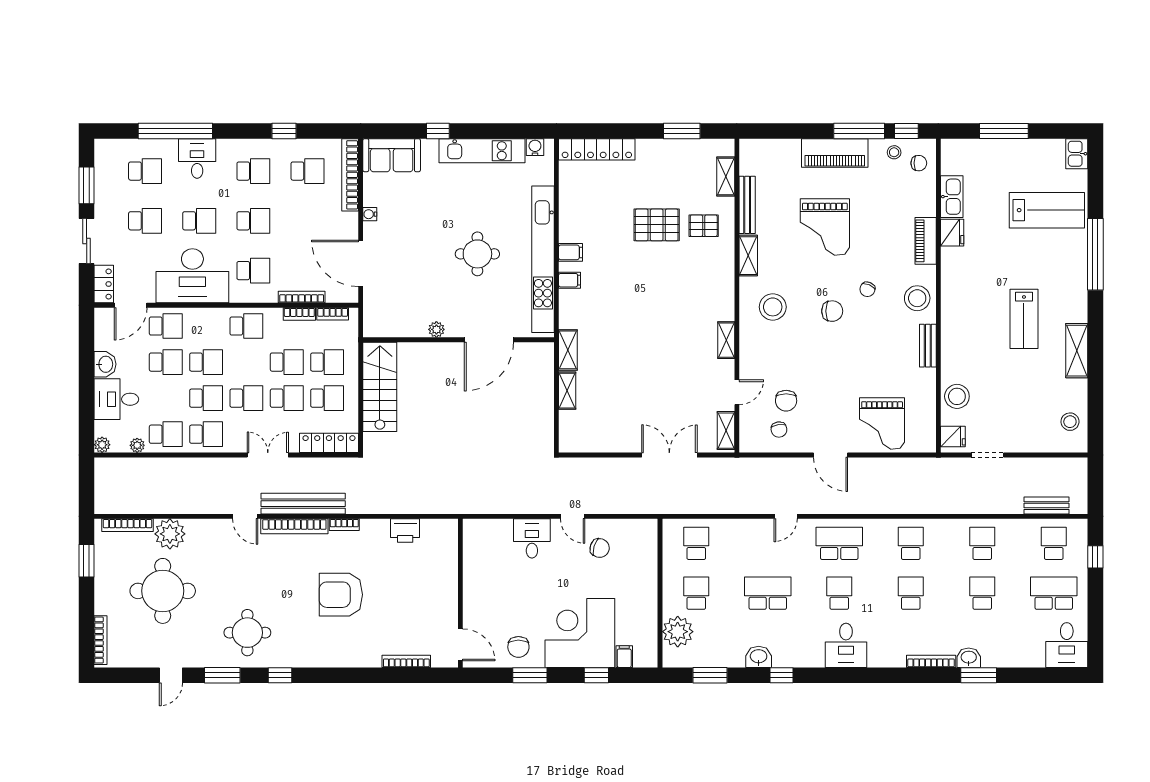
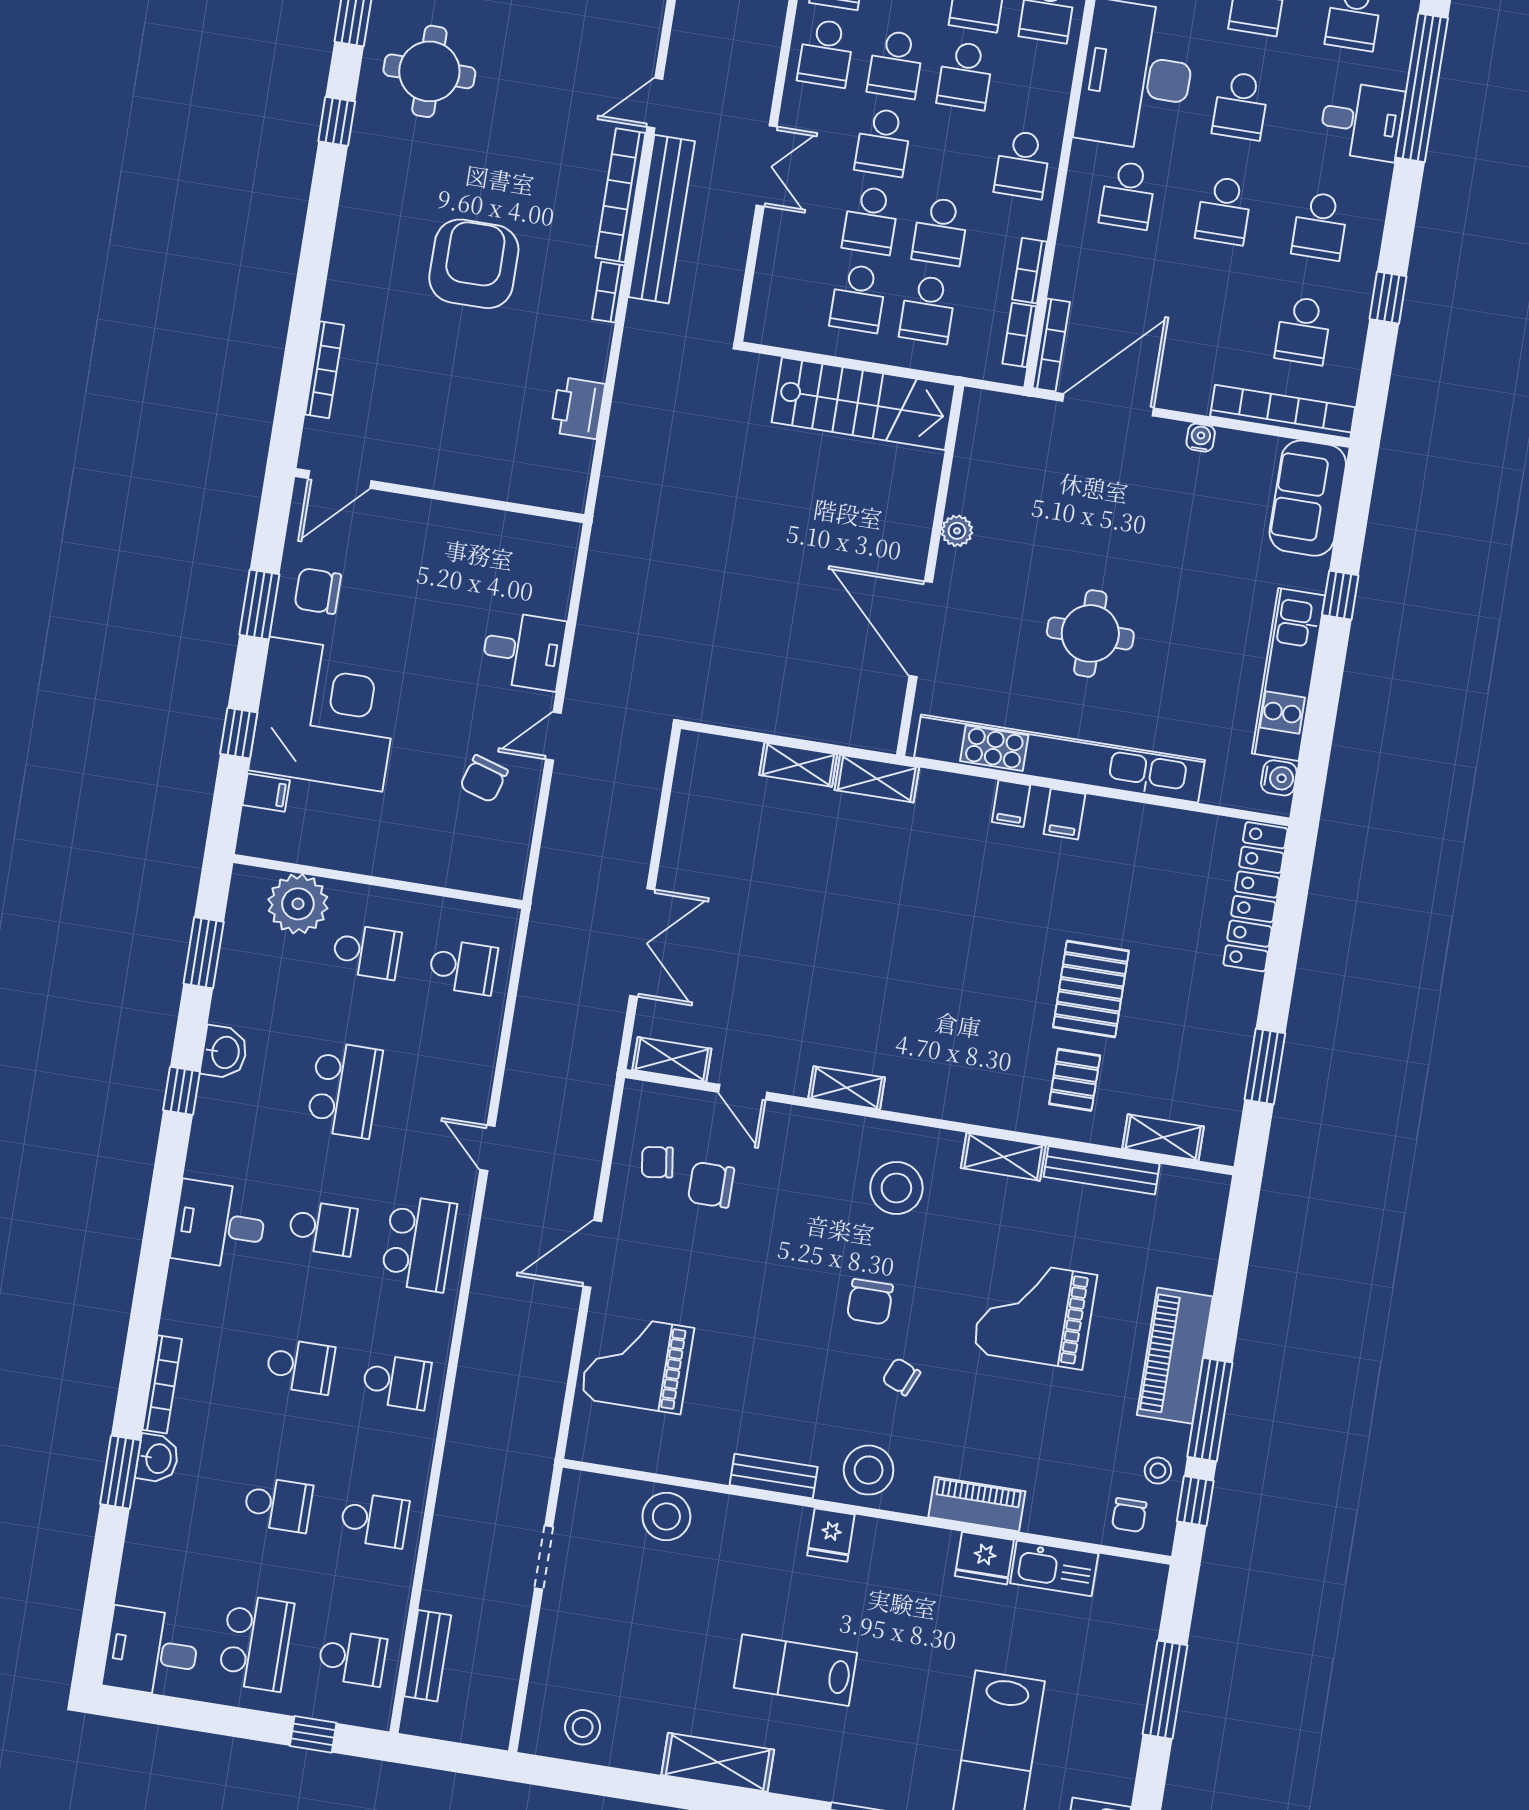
bookcase: (302, 297) -> (1051, 345), moved
fridge: (953, 437) -> (831, 1535), moved
locker: (329, 443) -> (771, 288), removed

